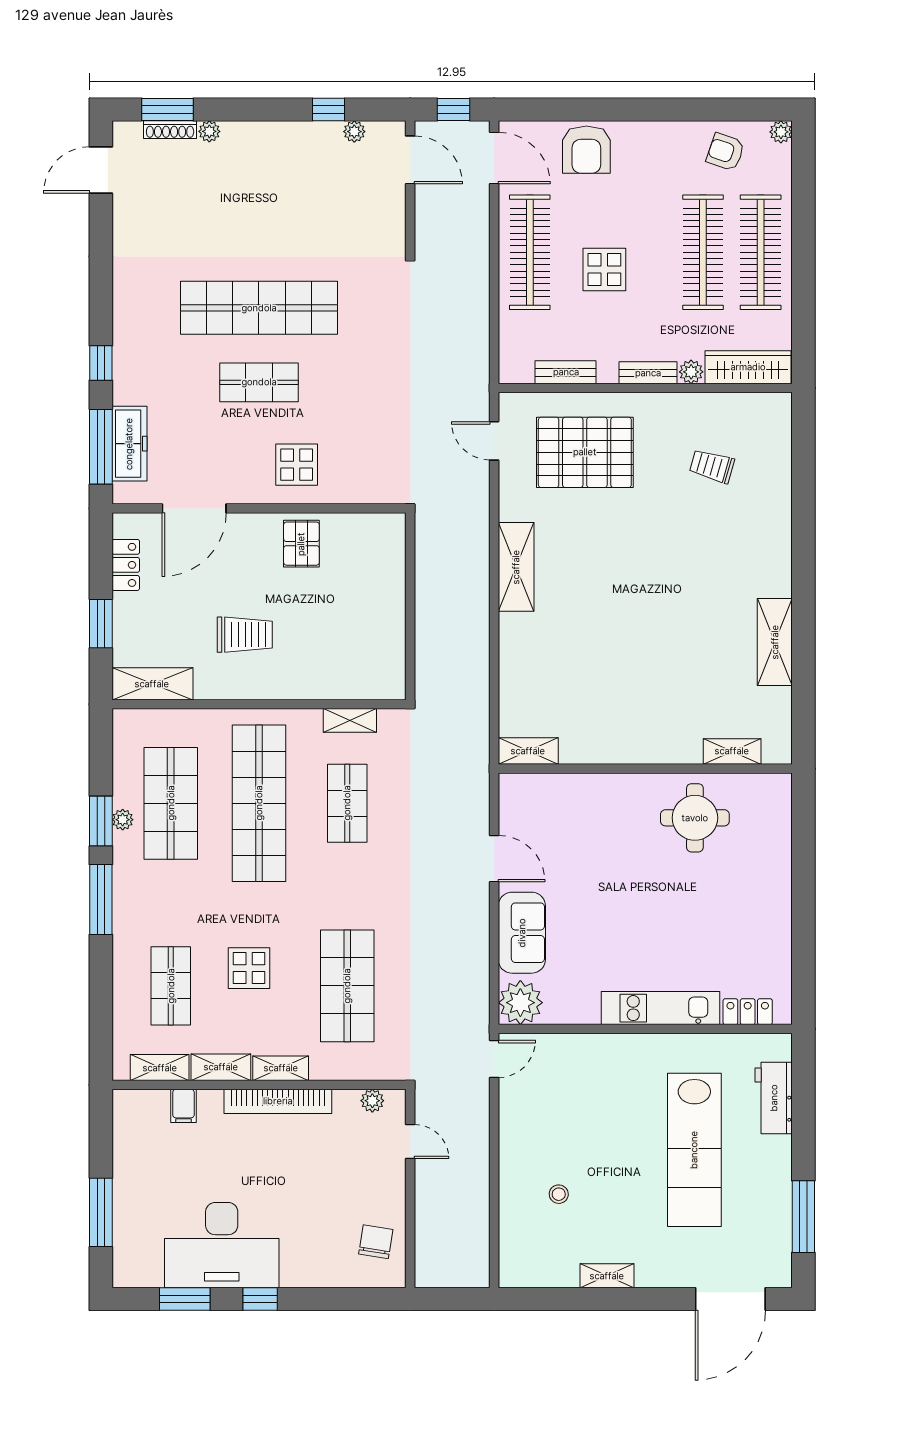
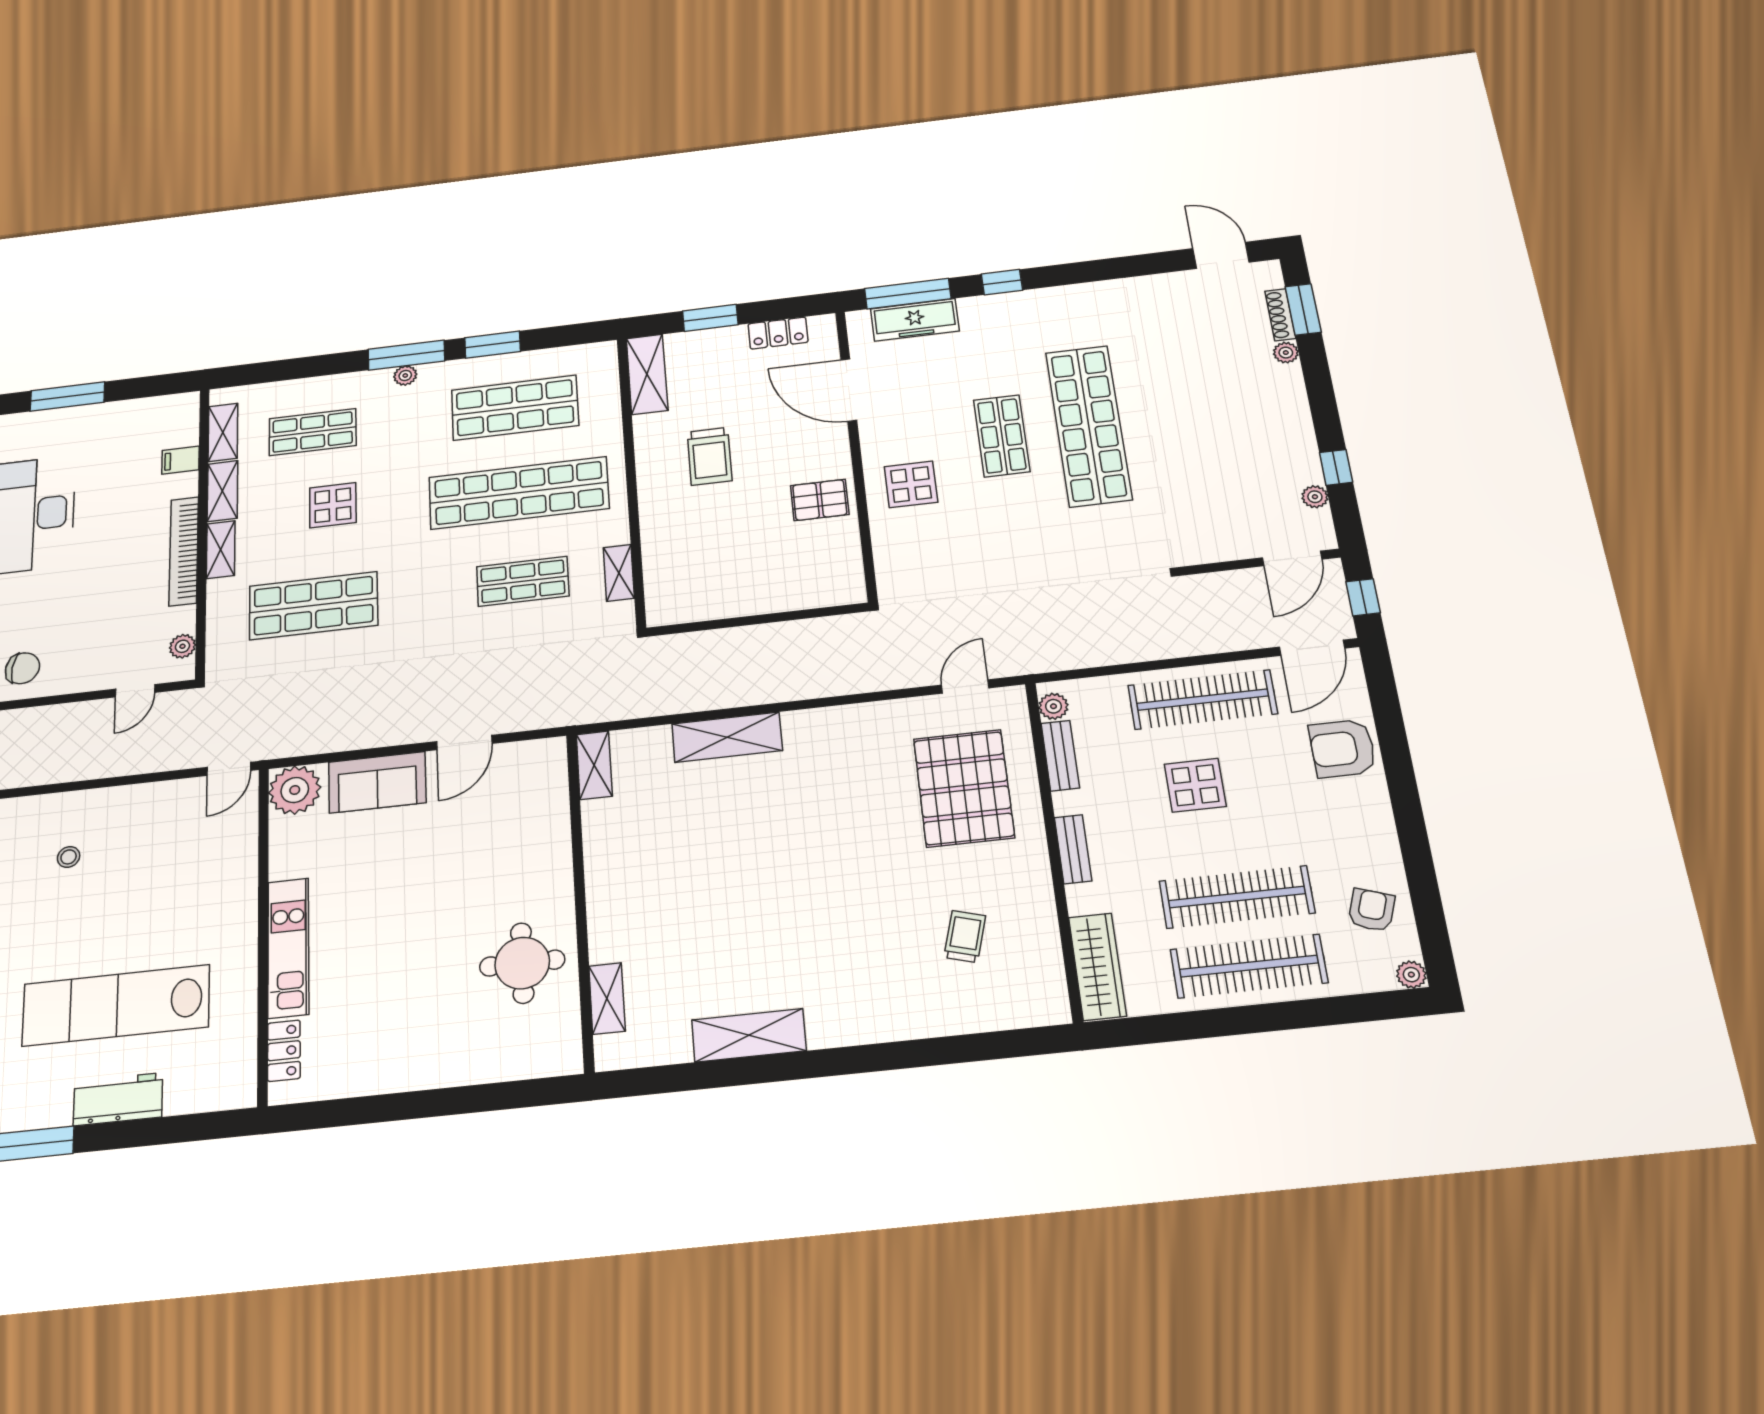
plant: (691, 372) -> (1053, 706), moved
shelving: (516, 567) -> (727, 737), moved
plant: (123, 820) -> (405, 375), moved
door: (494, 1059) -> (229, 769), hinge flipped
workbench: (774, 1098) -> (118, 1099), moved

